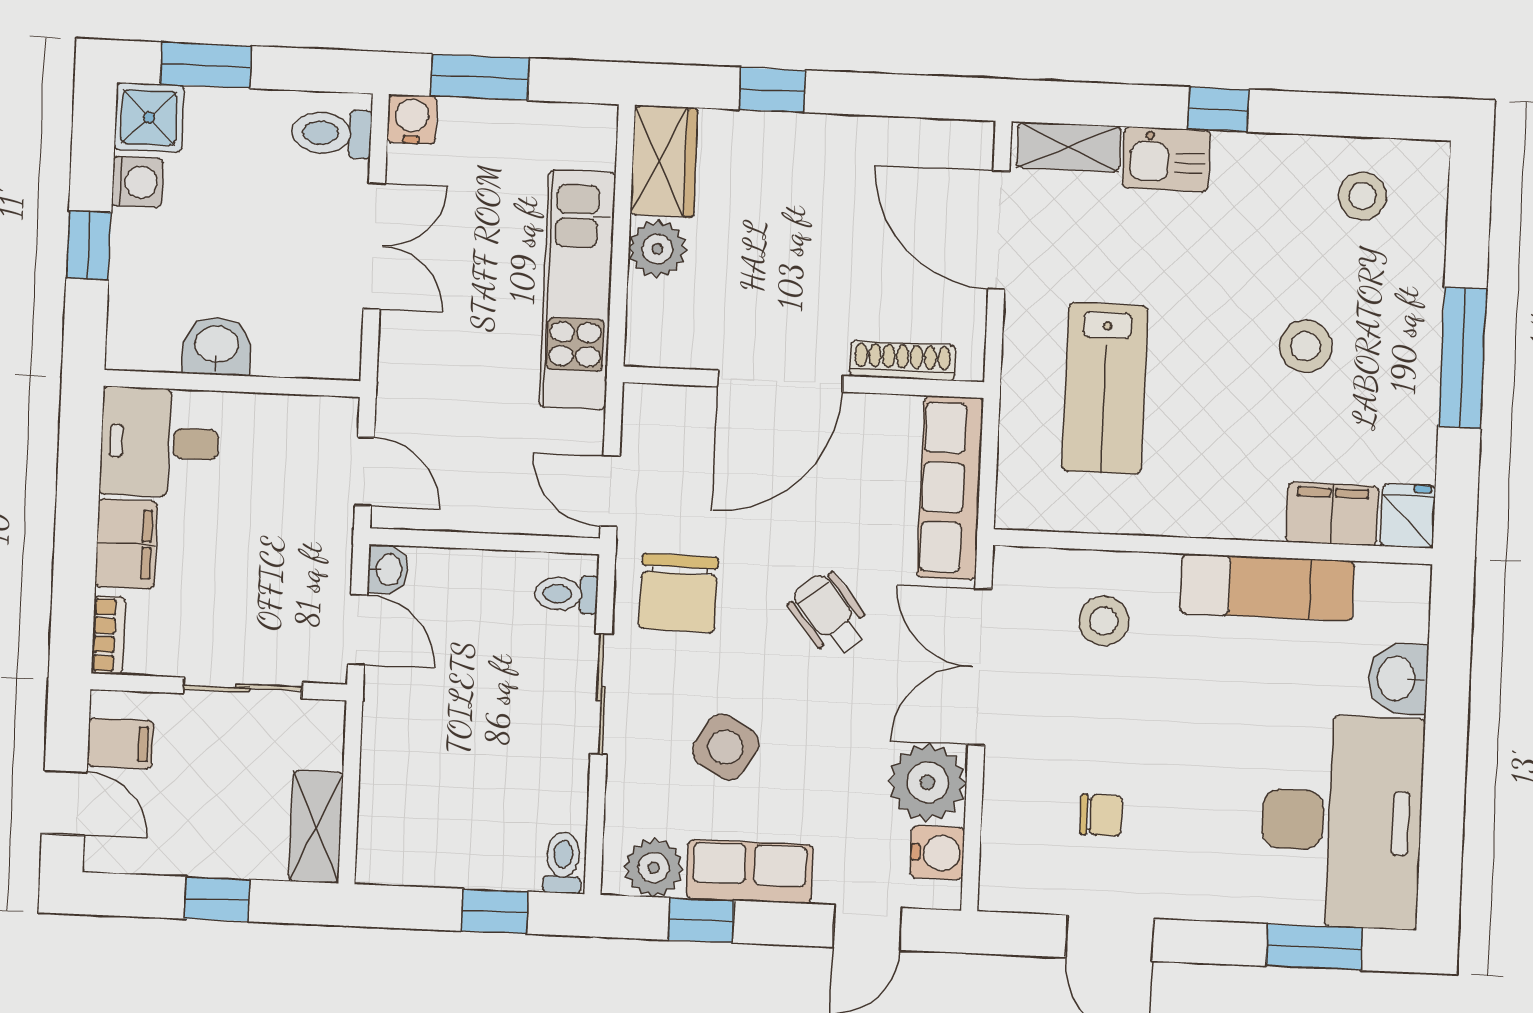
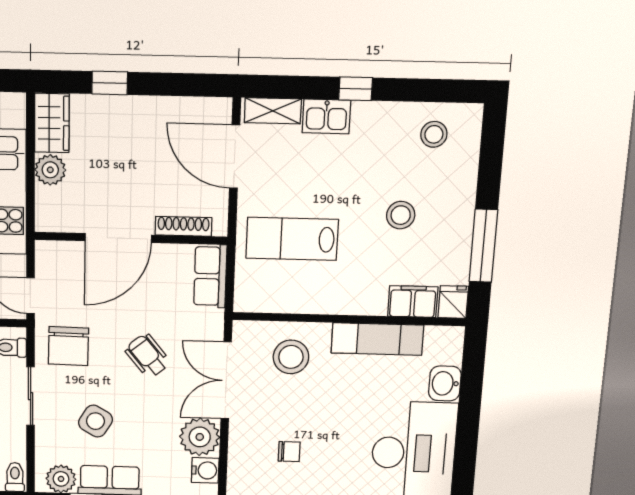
window: (1462, 358) -> (483, 246), moved
lab bench: (1105, 388) -> (292, 239), turned 90
row of seats: (950, 488) -> (210, 276), width x0.68
stool: (1104, 621) -> (291, 357), width x1.38, depth x1.38

